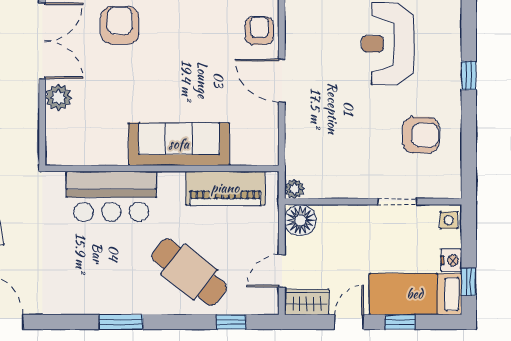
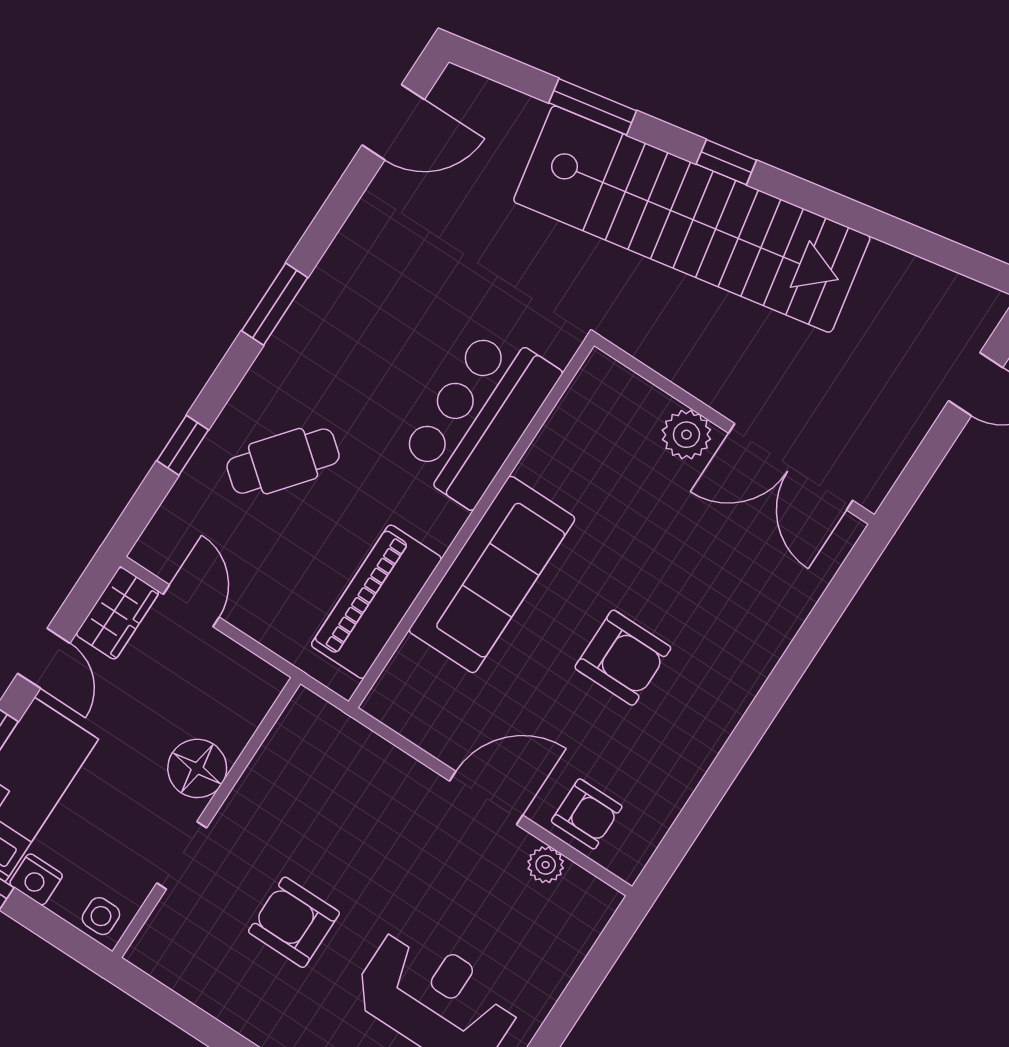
armchair: (120, 25) -> (623, 658), moved
armchair: (421, 135) -> (294, 922), moved, turned 90
plant: (294, 189) -> (546, 865), moved
floor lamp: (300, 220) -> (197, 768), moved
cafe table: (189, 272) -> (283, 461), width x0.73, depth x0.74
window: (231, 322) -> (183, 445), moved

